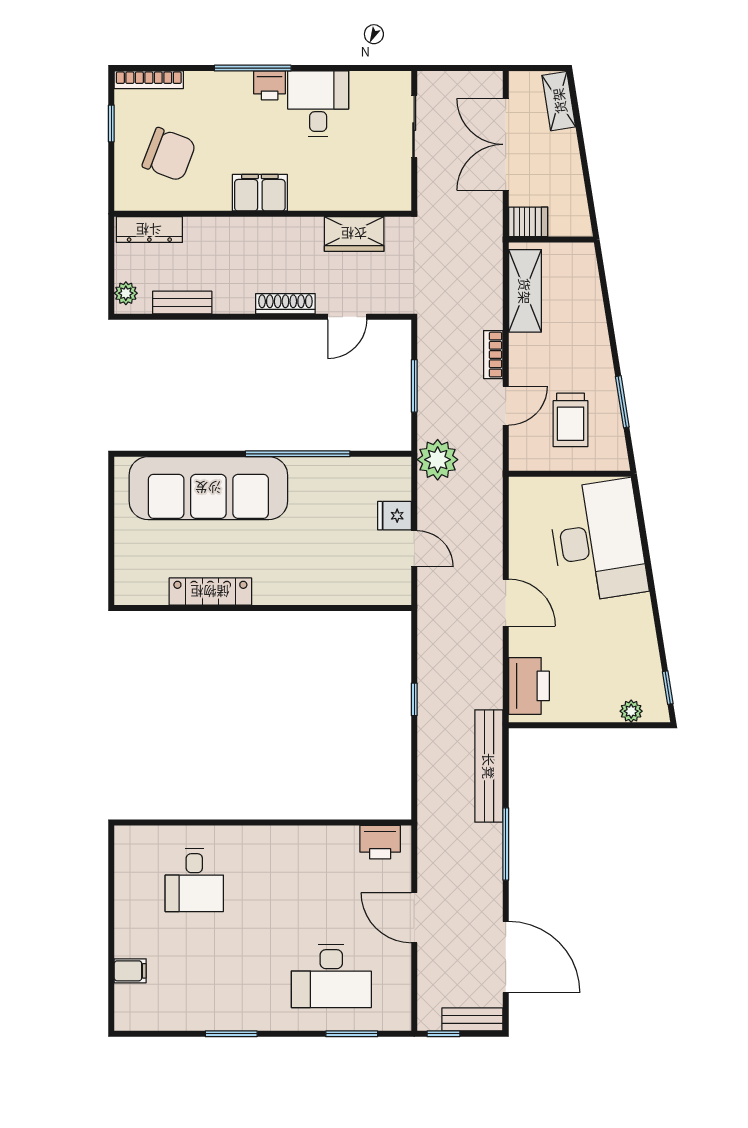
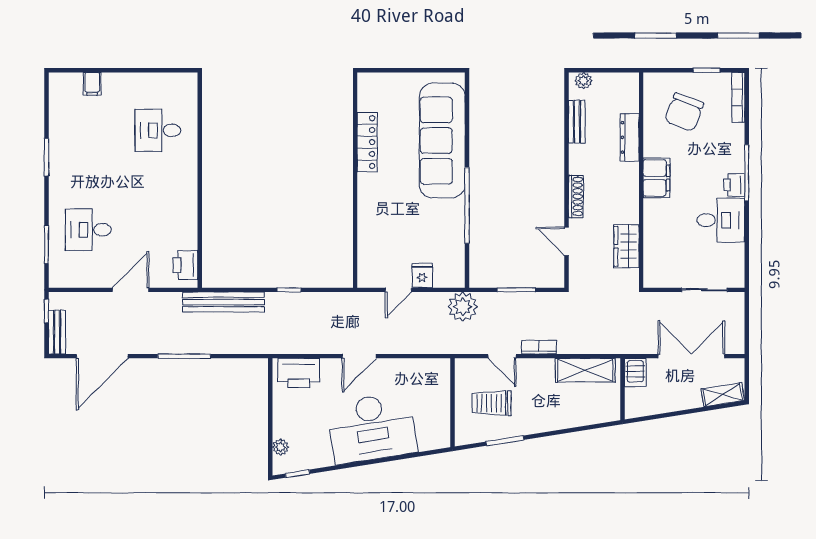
dresser: (149, 230) -> (630, 137), moved
desk: (598, 541) -> (372, 428), moved
bench: (489, 766) -> (223, 302), moved
desk: (331, 976) -> (88, 230), width x0.73

